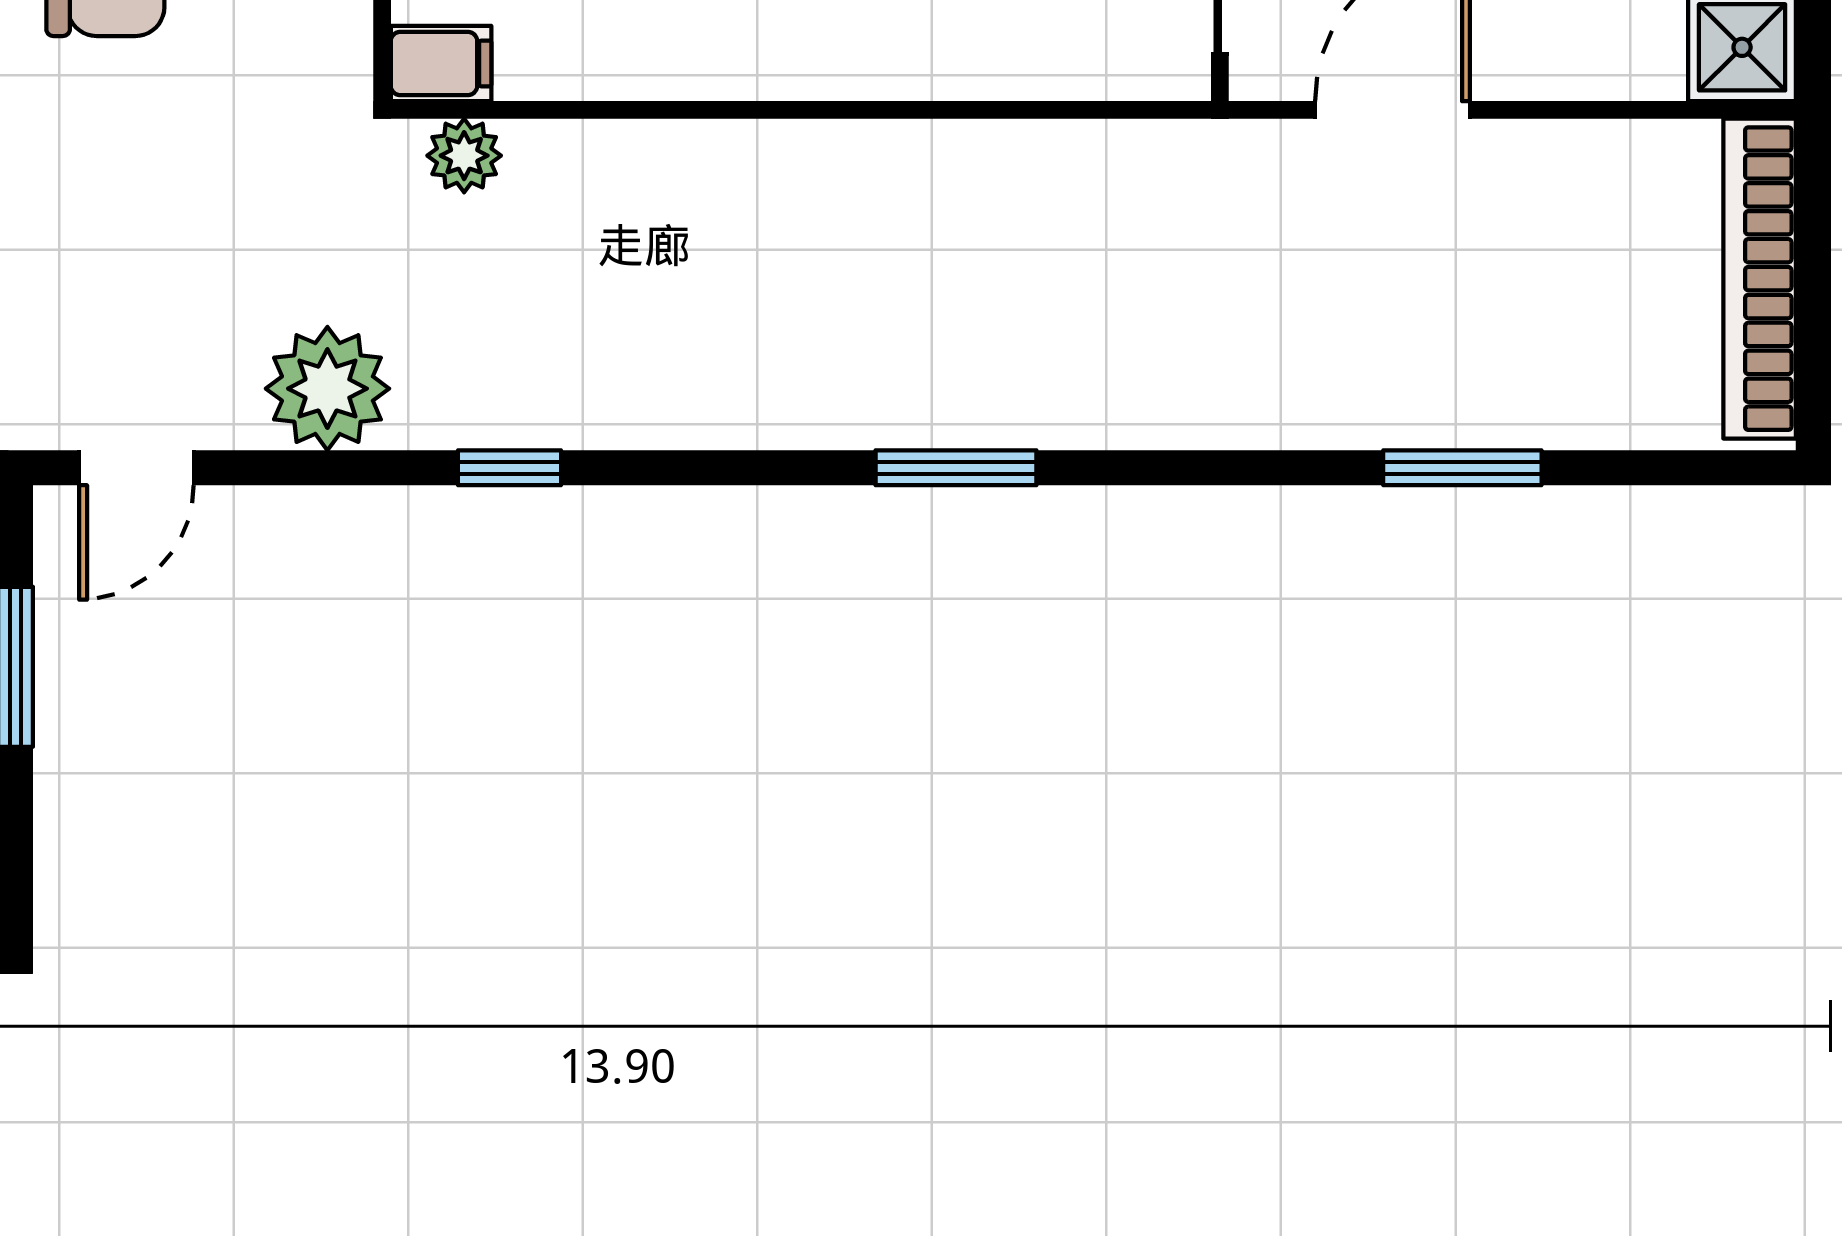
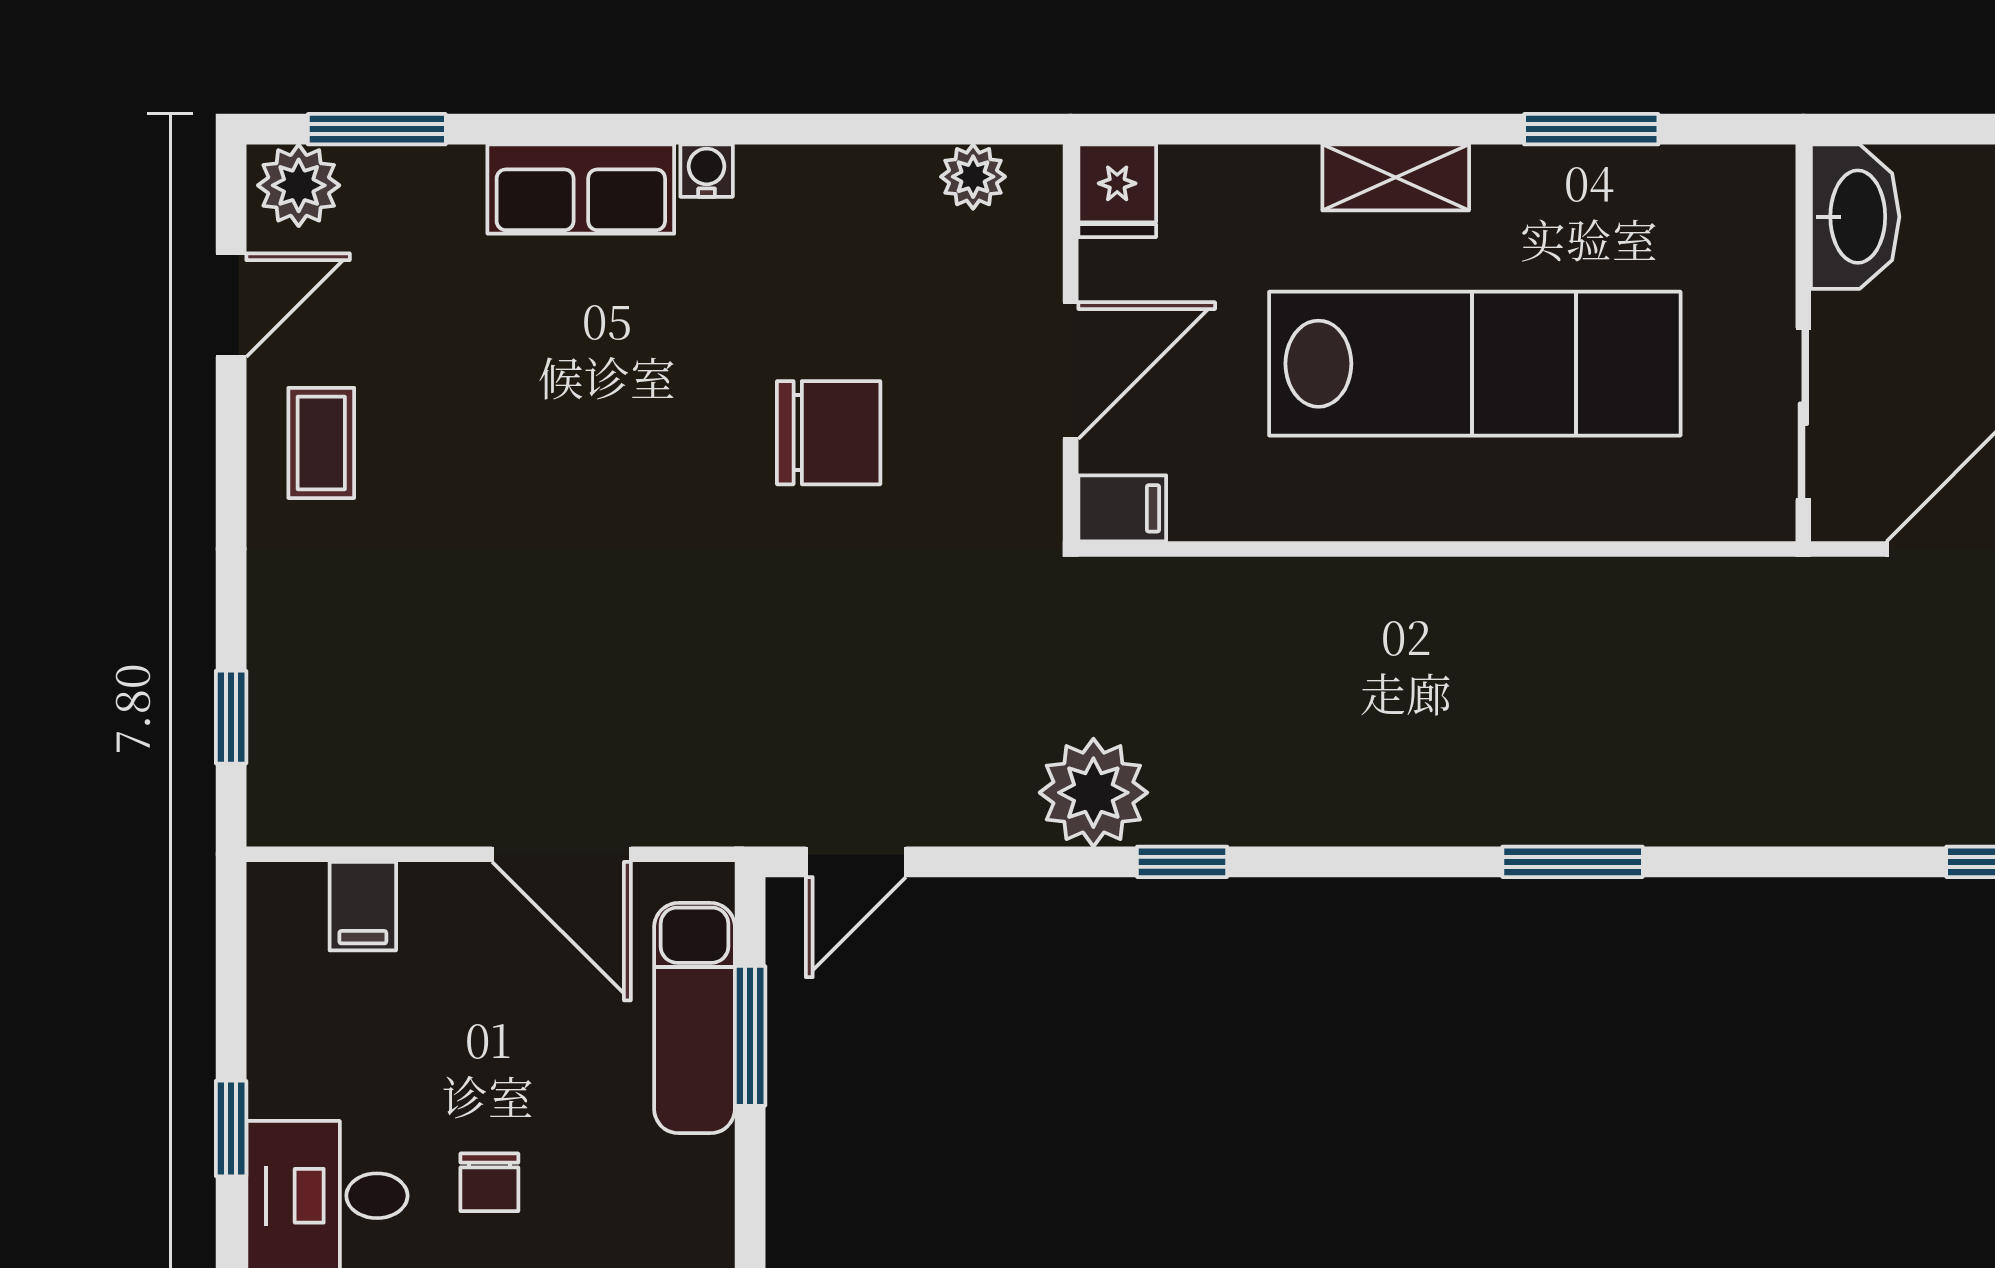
plant: (464, 156) -> (1142, 589), removed
plant: (327, 389) -> (1093, 793), moved

